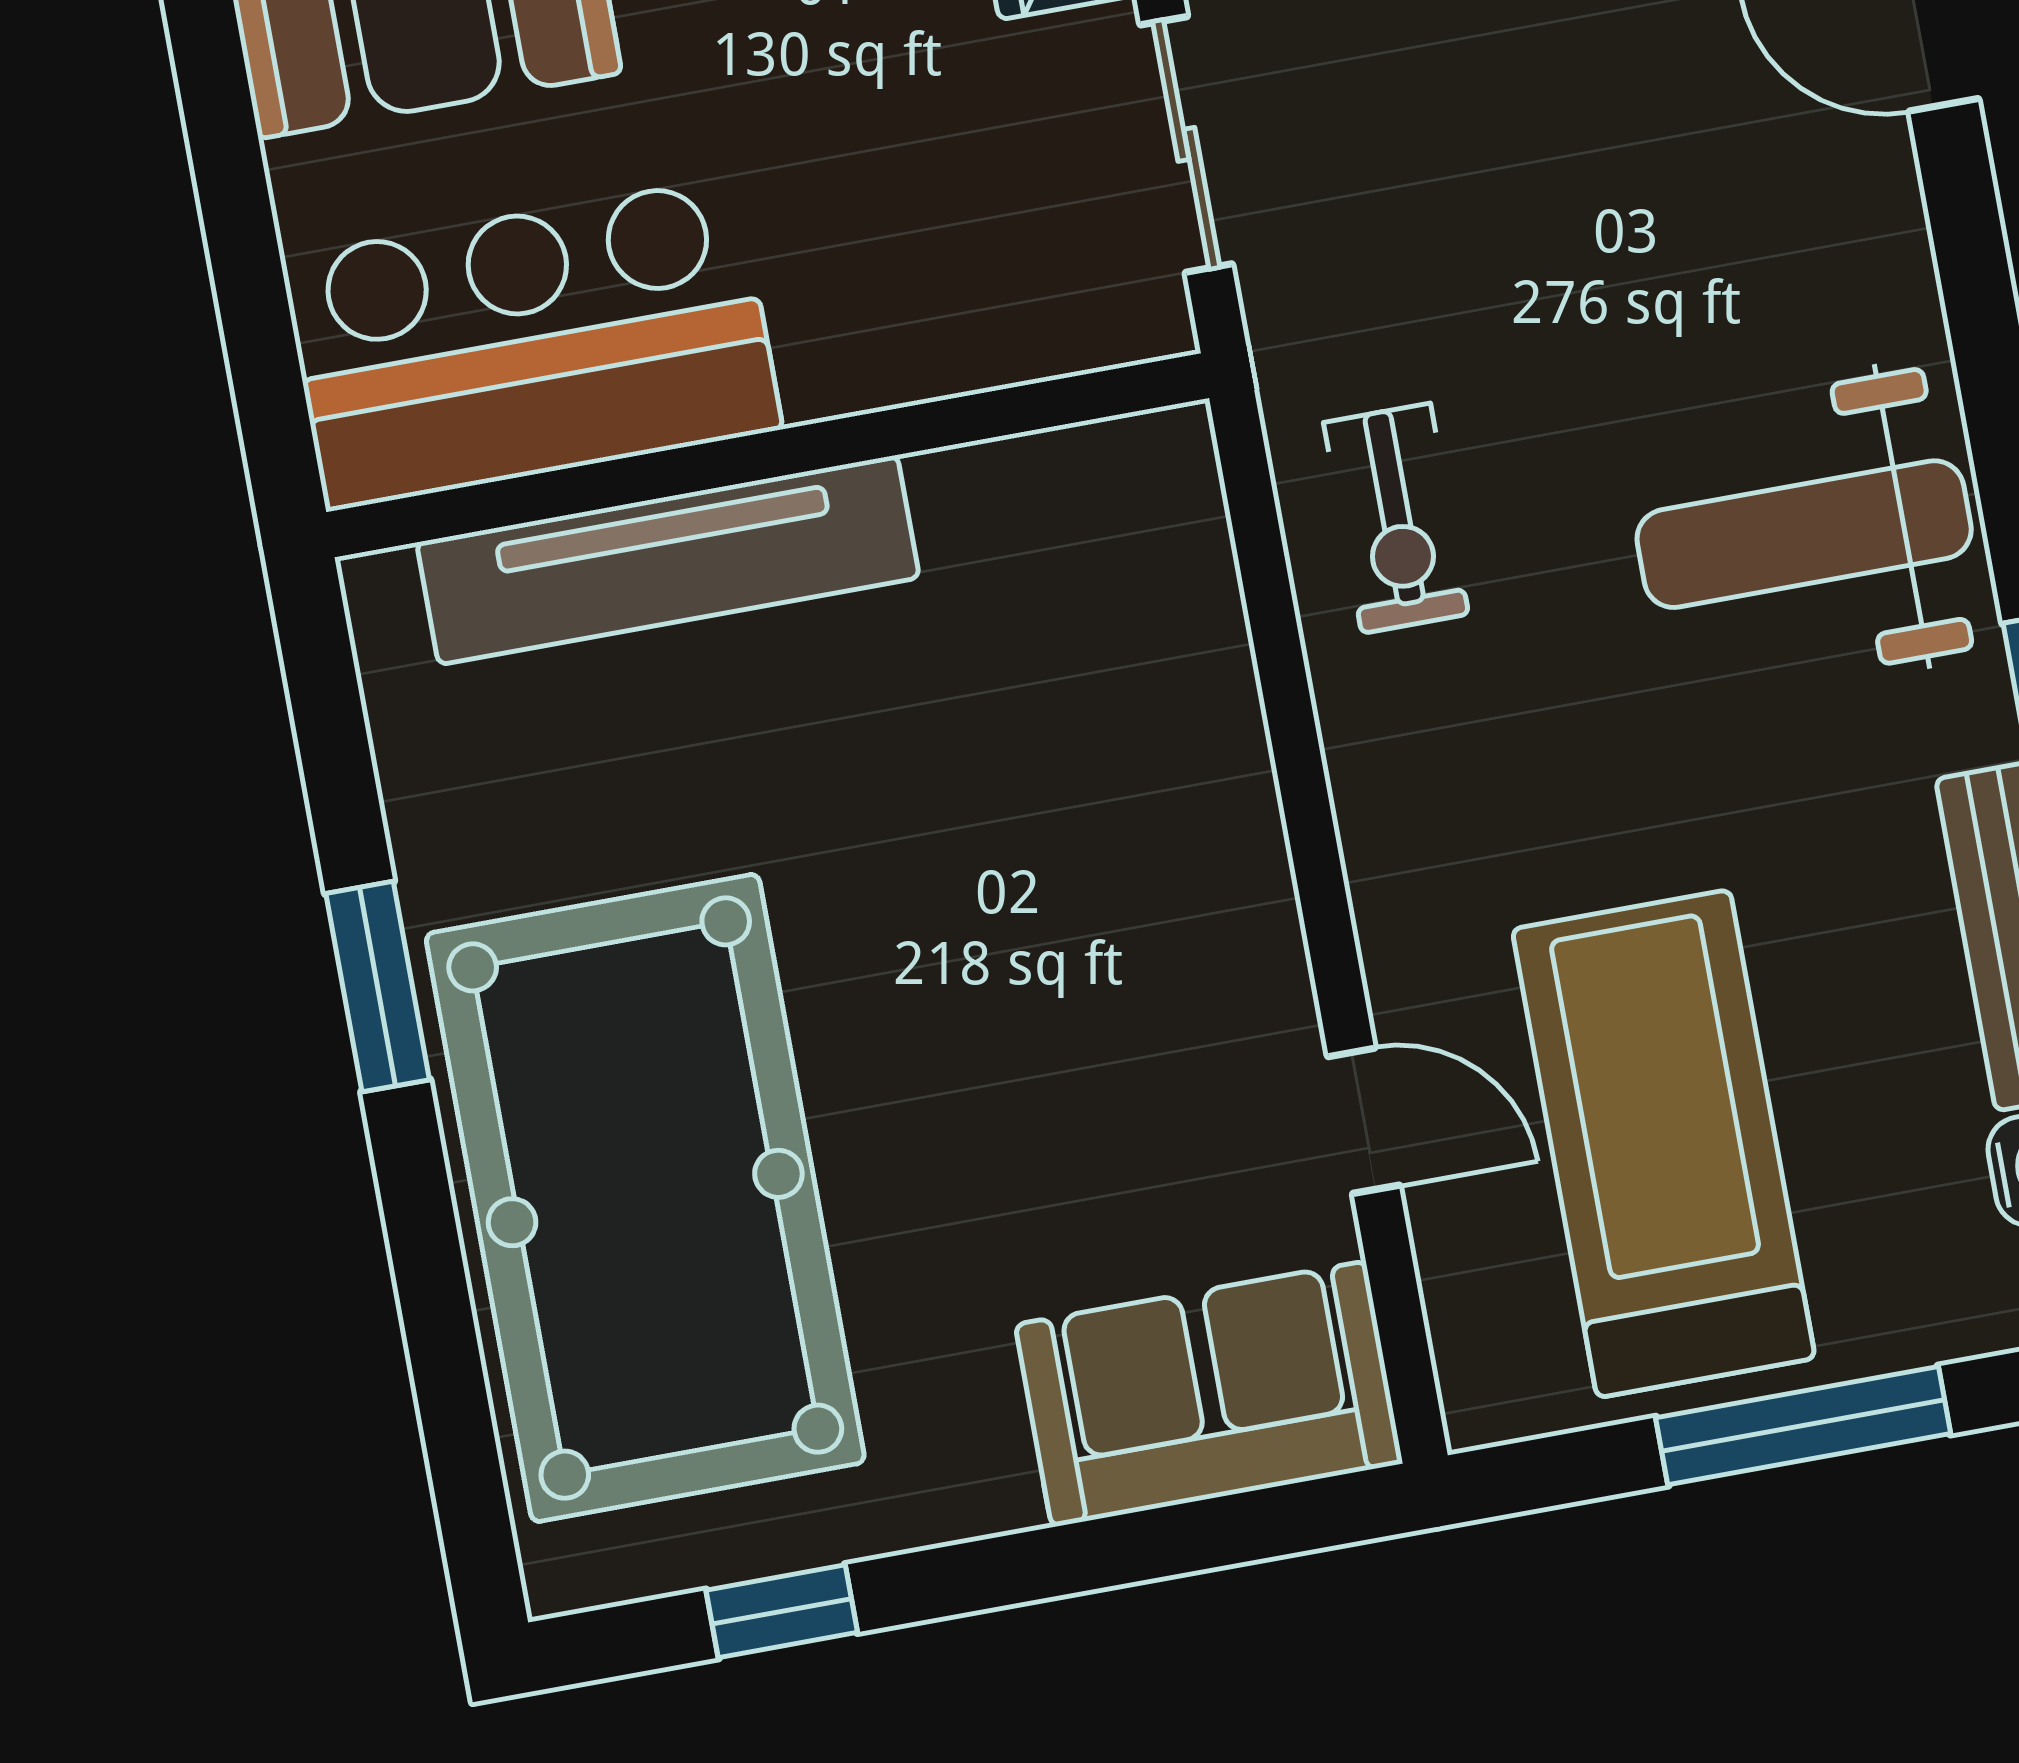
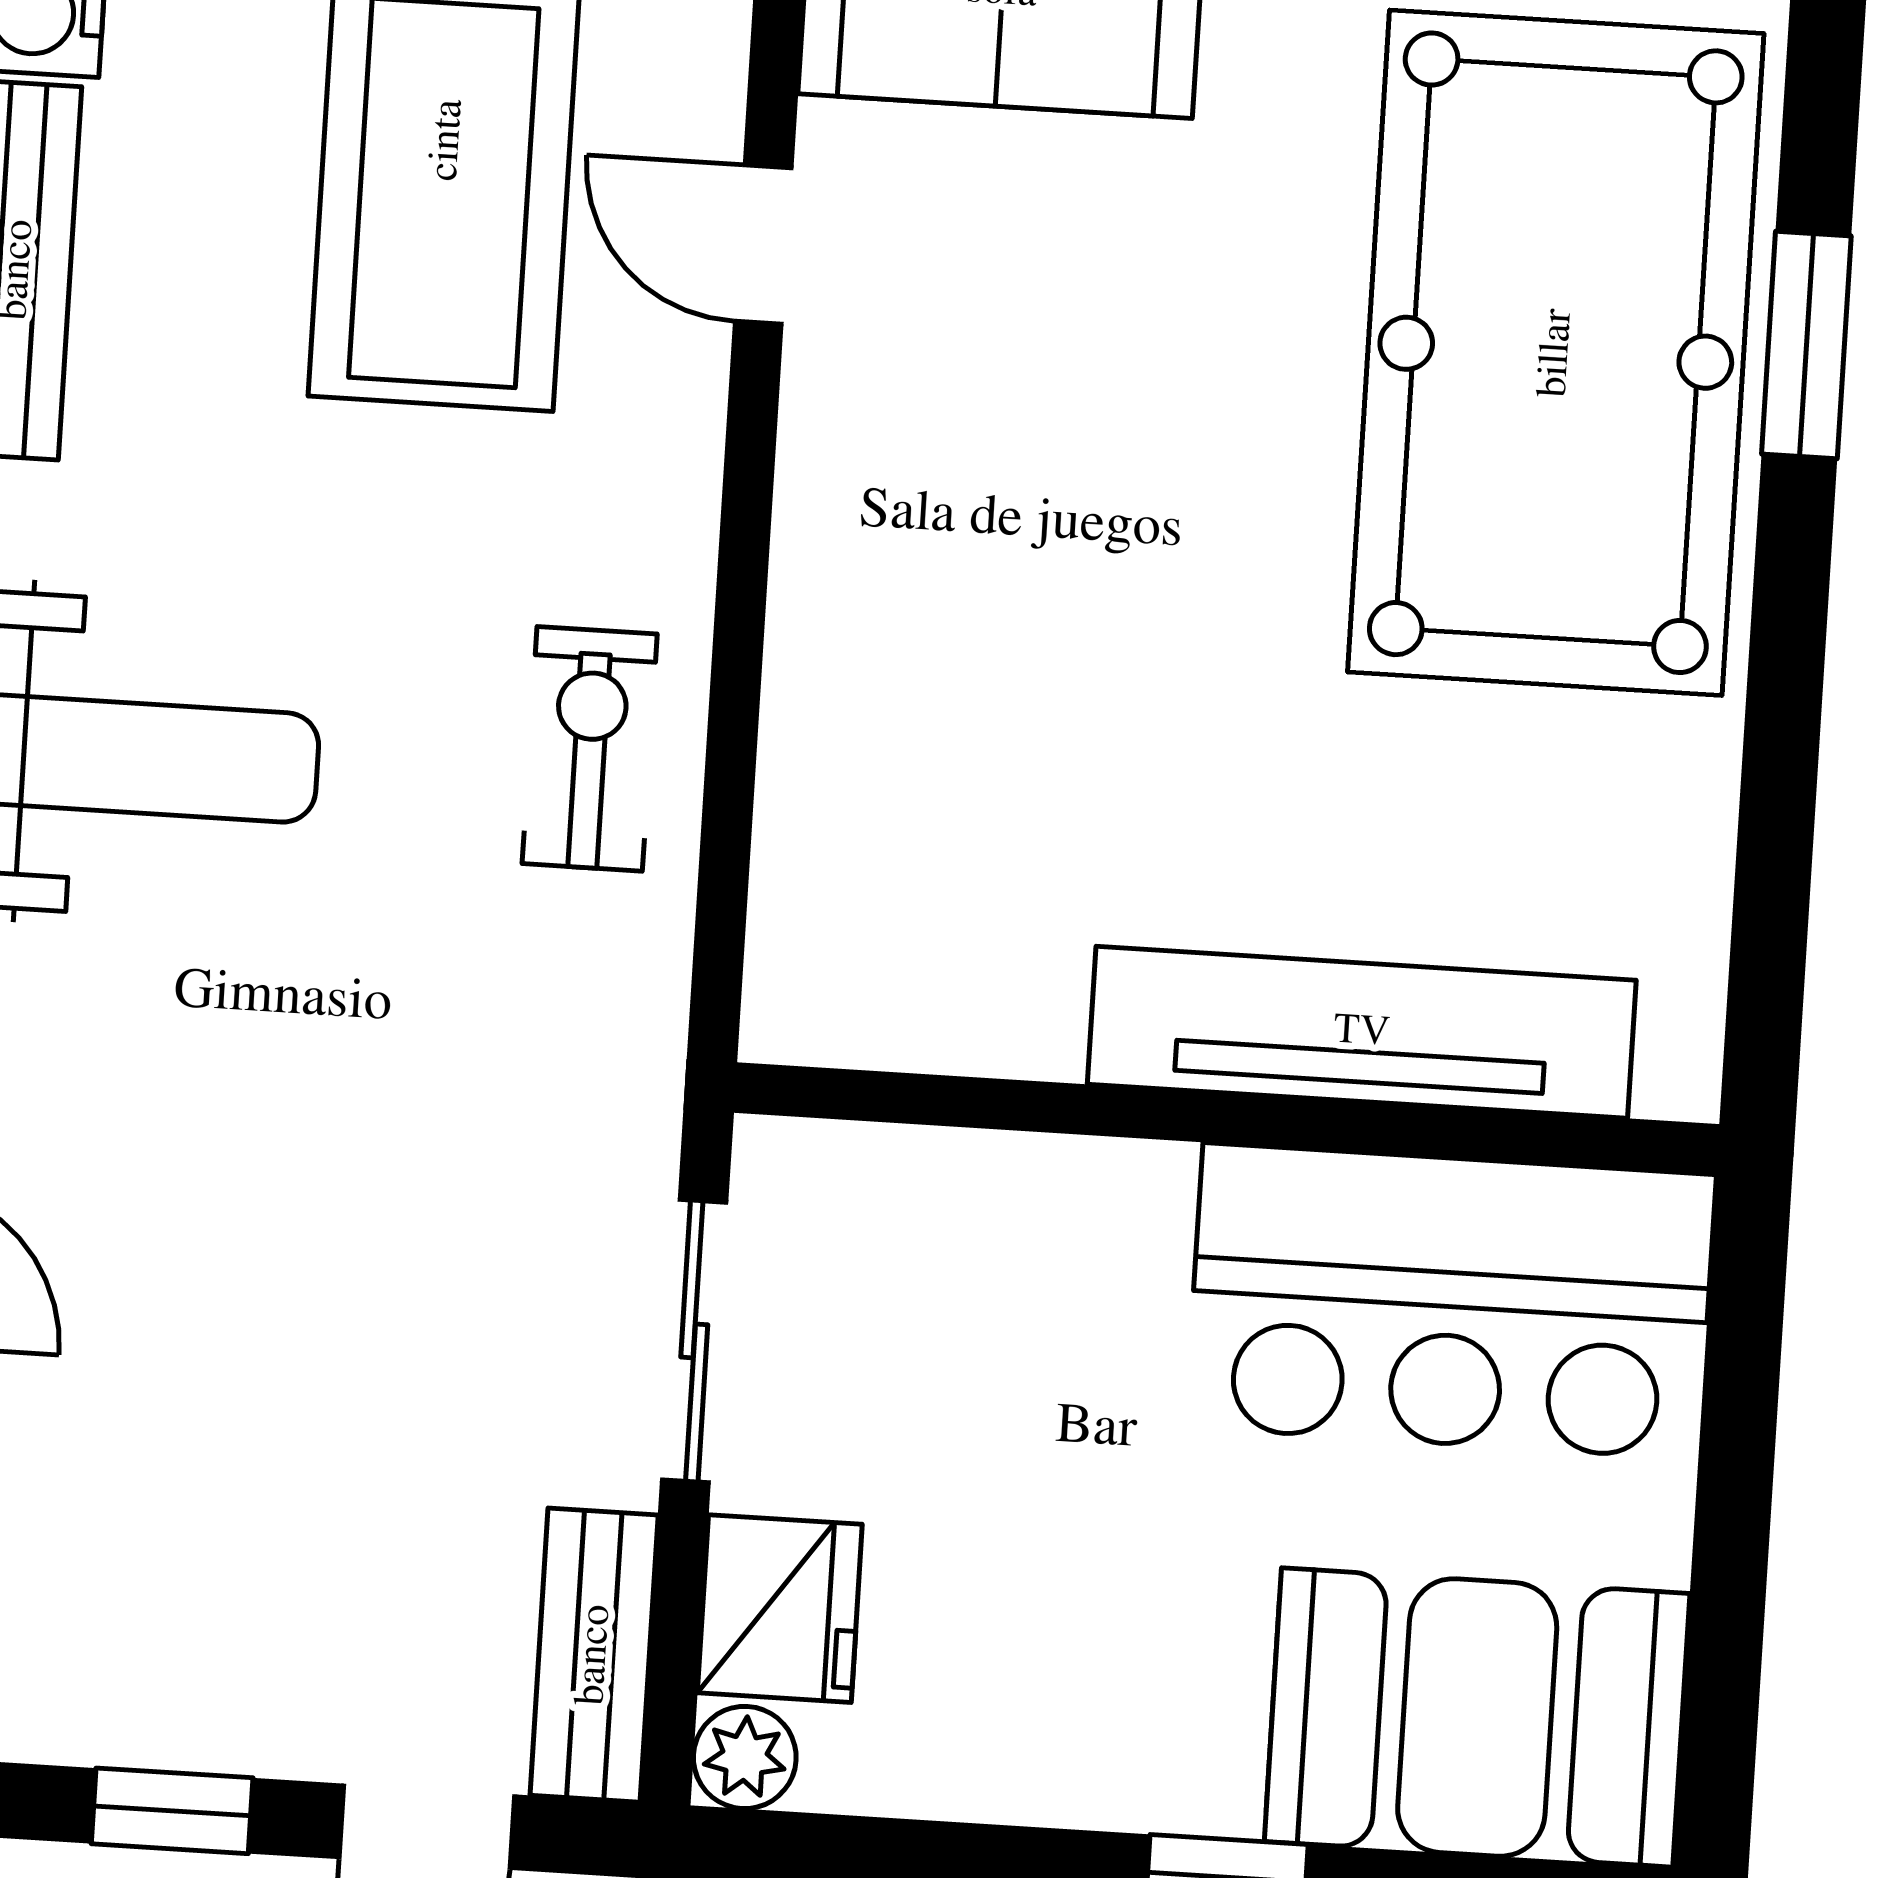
exercise bike: (1396, 518) -> (590, 749), moved
window: (378, 987) -> (1806, 345), moved

